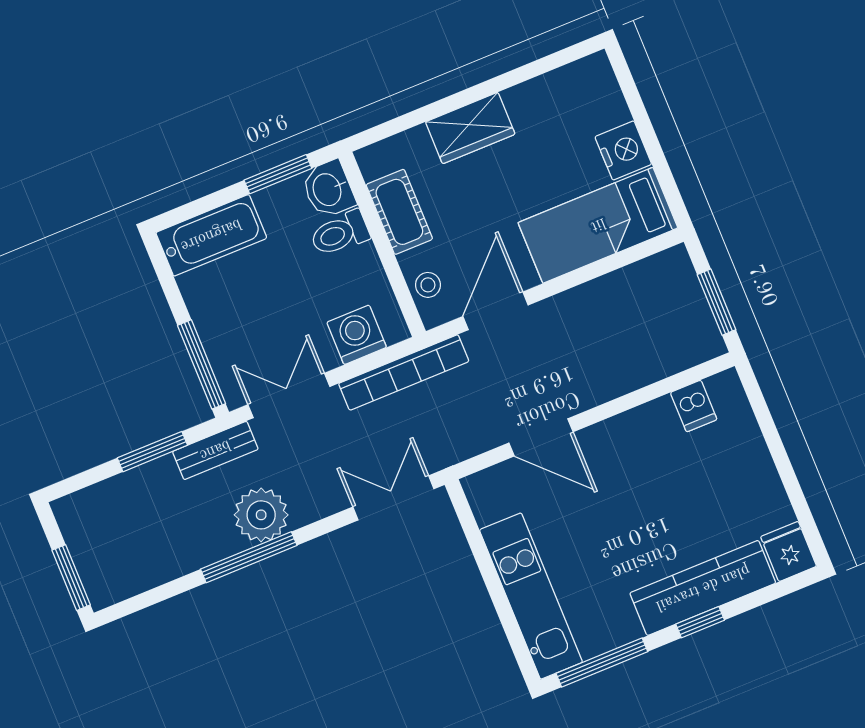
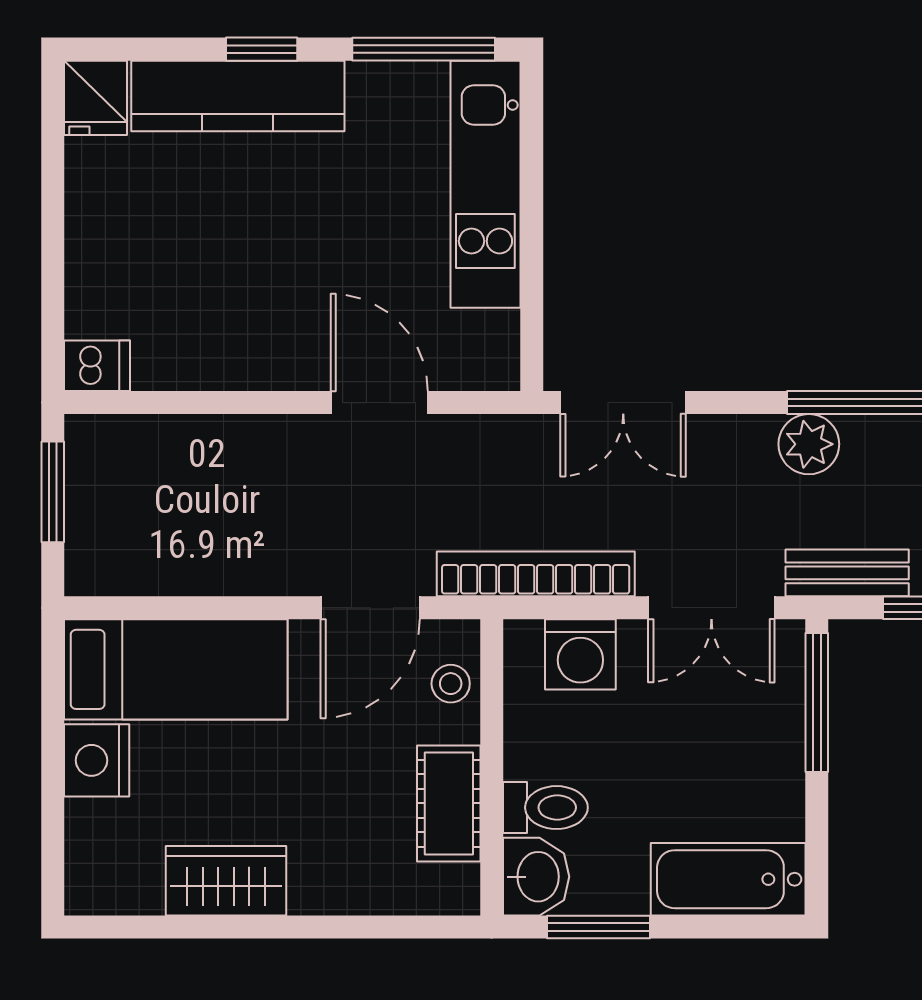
wardrobe: (470, 128) -> (226, 881), moved
dishwasher: (694, 406) -> (97, 366), moved, turned 90
plant: (261, 515) -> (809, 444), width x0.73, depth x0.73

